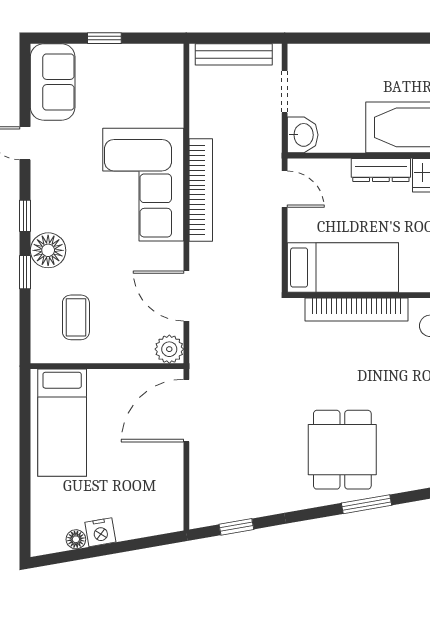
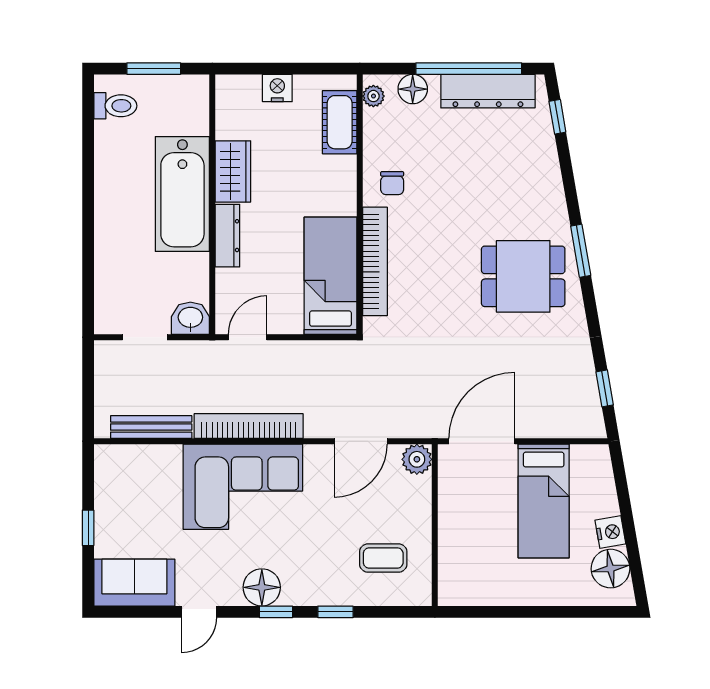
bench: (234, 54) -> (151, 427), moved, turned 90
floor lamp: (48, 250) -> (262, 587), moved
door: (186, 411) -> (482, 441), swing flipped
bed: (62, 423) -> (544, 501), moved, turned 90
floor lamp: (76, 539) -> (610, 569), width x1.89, depth x1.89

